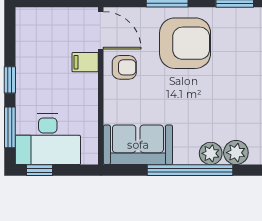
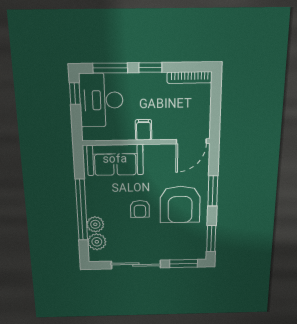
bookcase: (22, 34) -> (190, 78), added
filing cabinet: (85, 62) -> (144, 130), moved
armchair: (124, 67) -> (140, 209), moved
sofa: (138, 145) -> (115, 160), moved, turned 90

